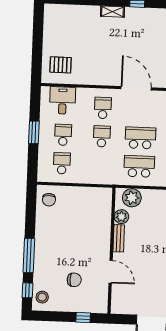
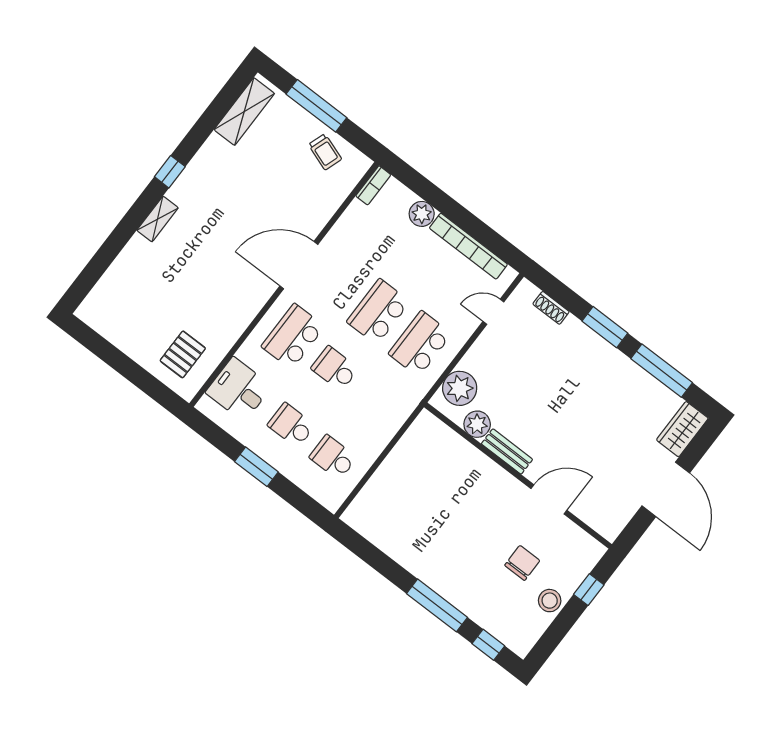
school desk: (103, 108) -> (293, 336), width x1.85
chair: (49, 200) -> (374, 516), removed
stool: (42, 297) -> (550, 601), moved

